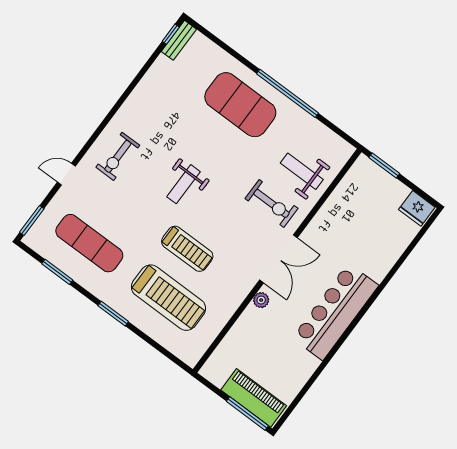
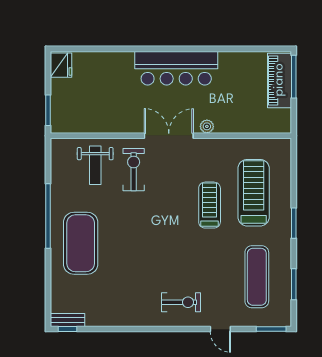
weight bench: (184, 184) -> (166, 241), removed

